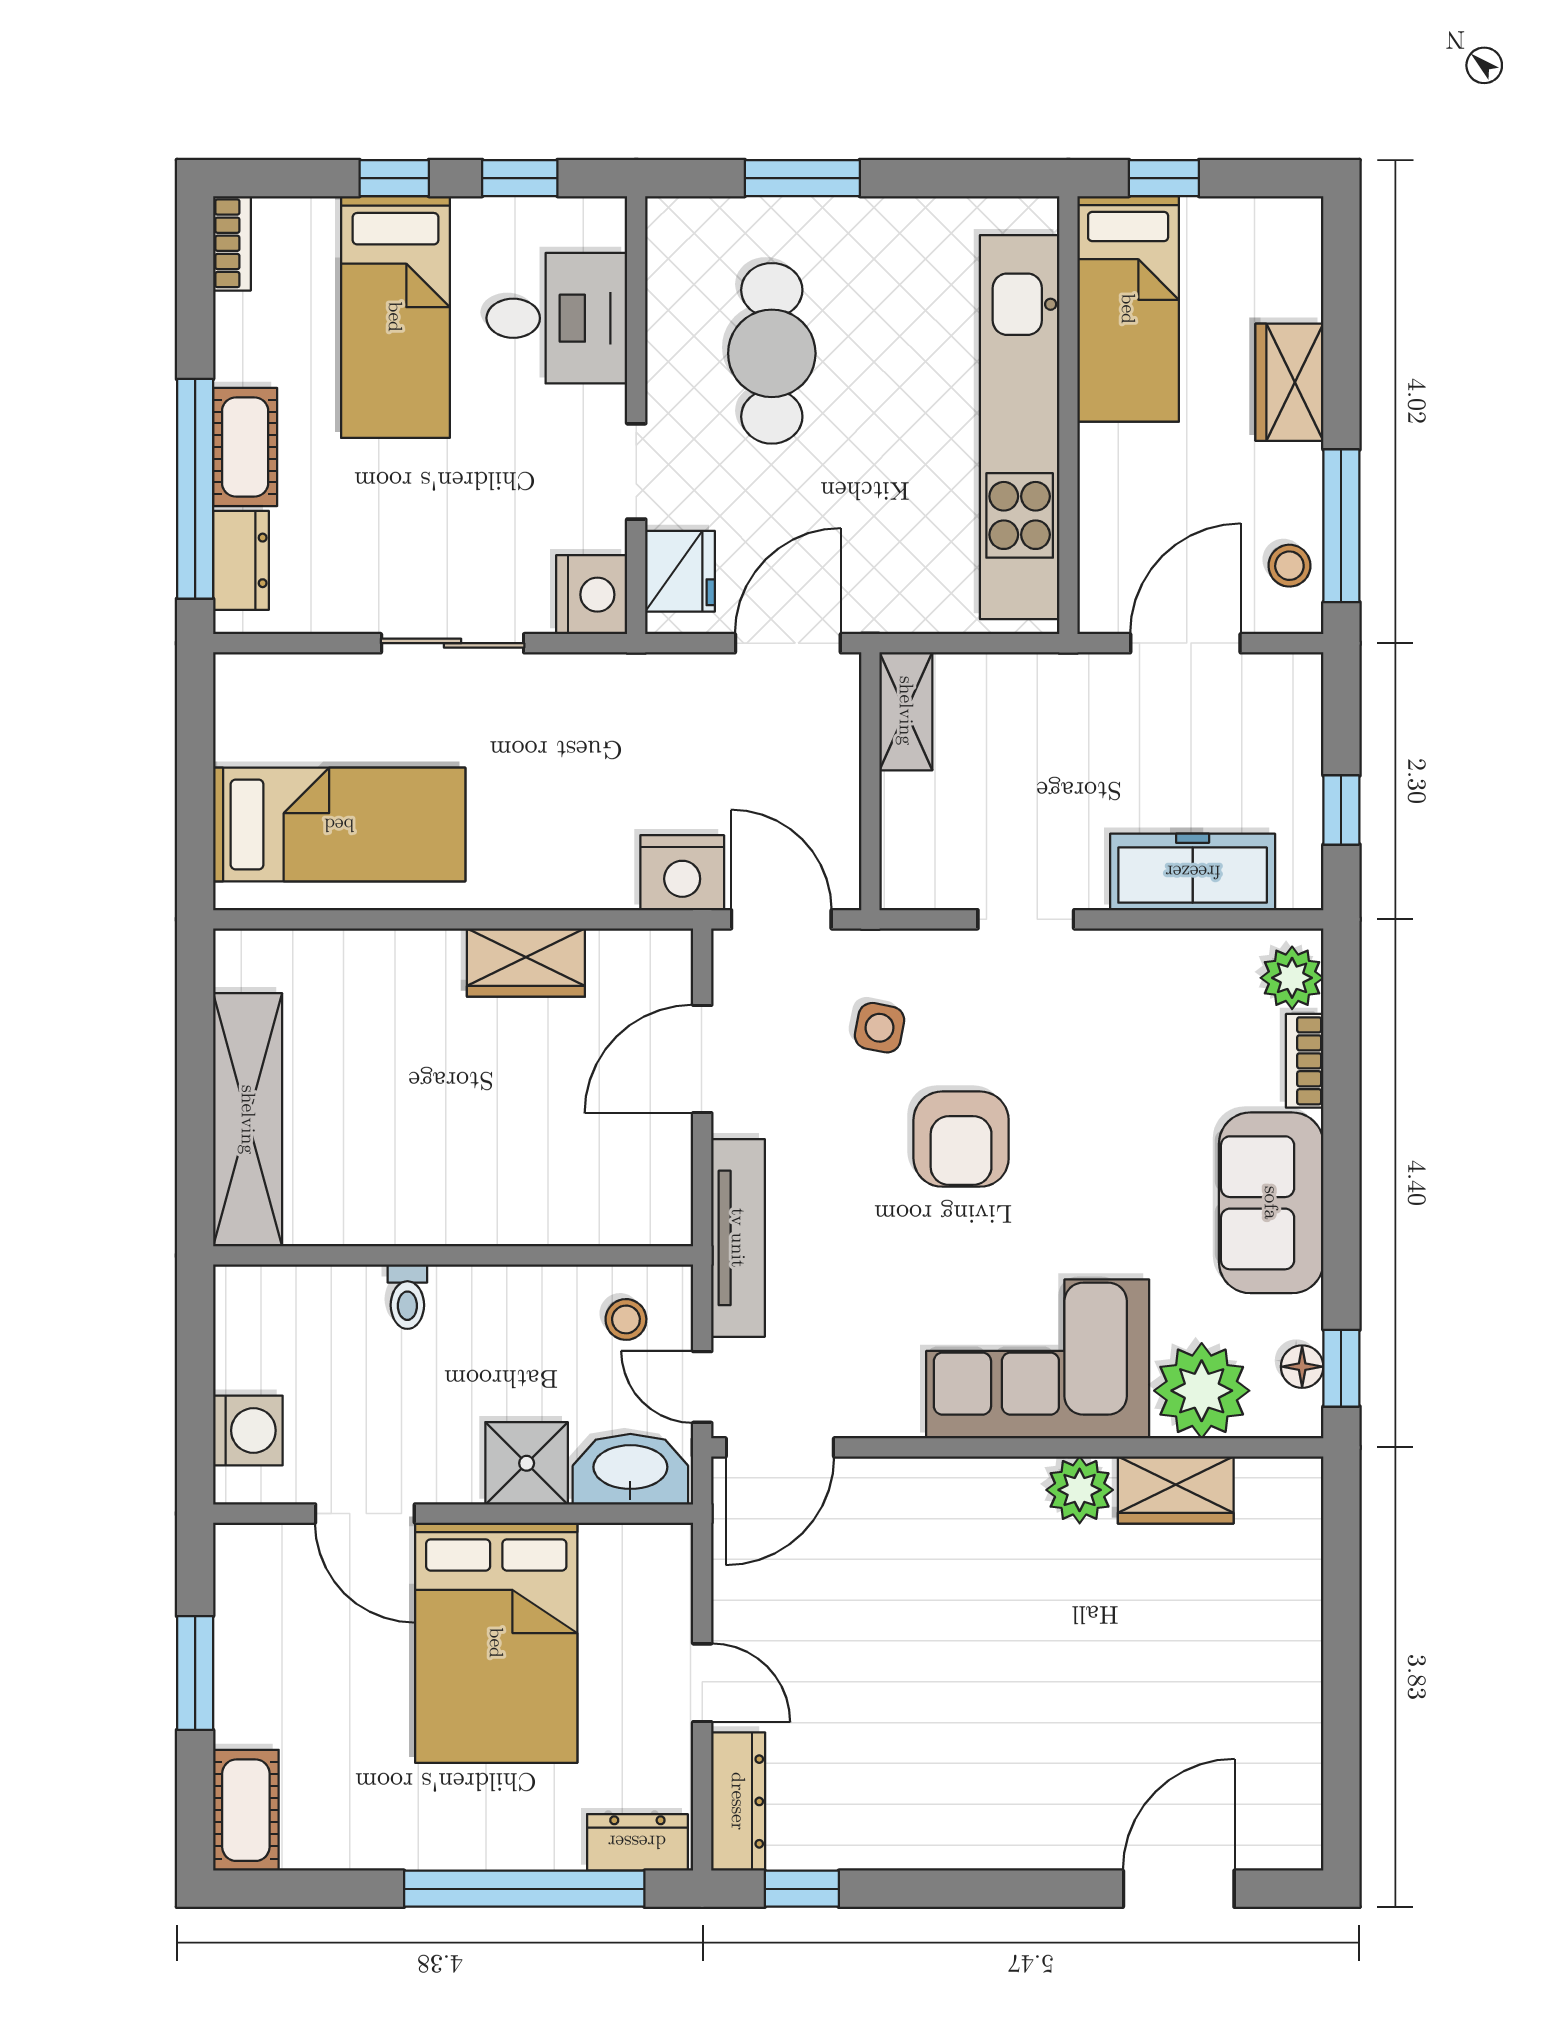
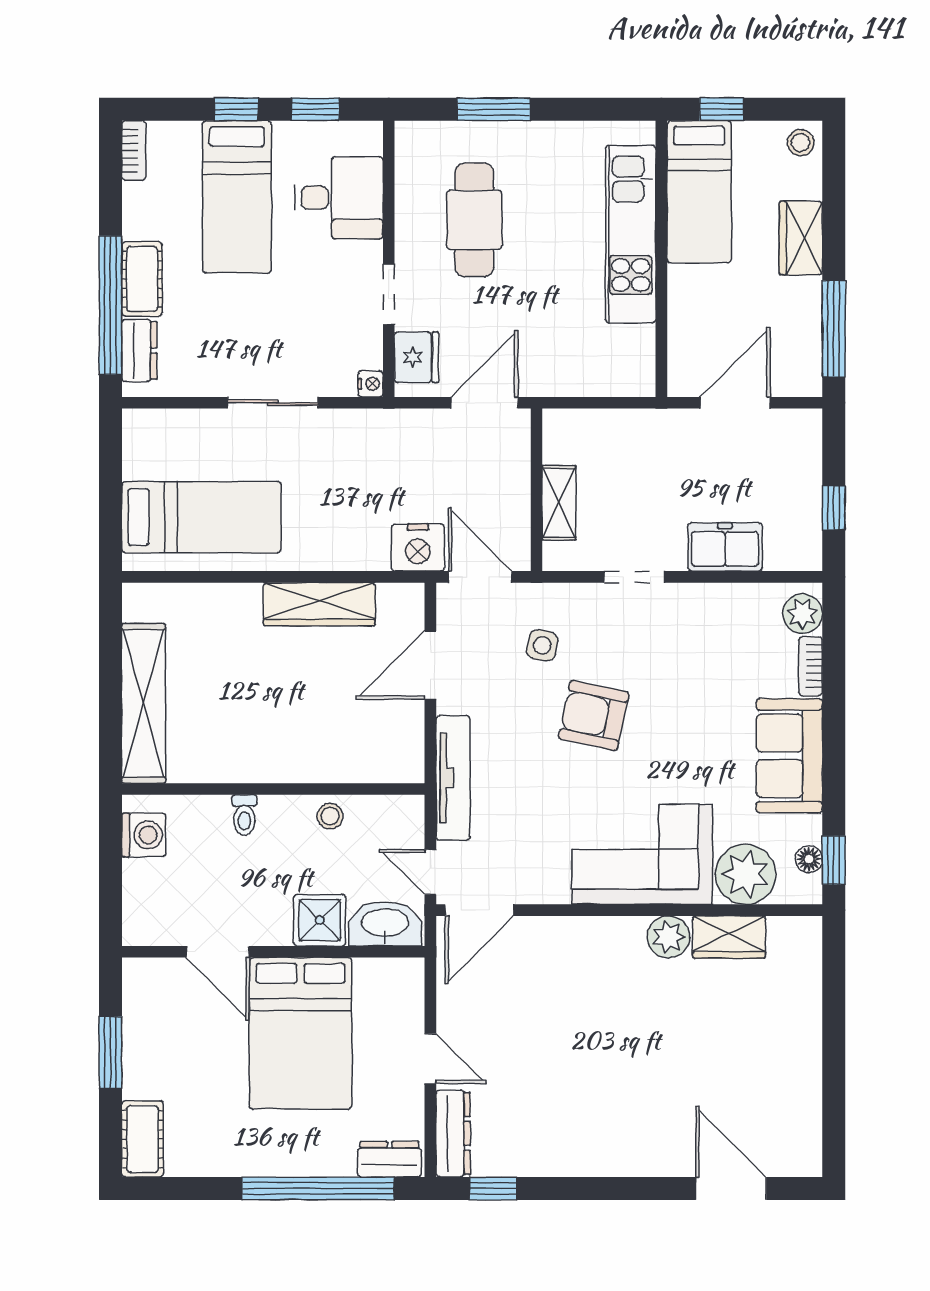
kitchen unit: (1020, 427) -> (631, 234), width x0.73
stool: (1289, 566) -> (801, 143), moved
nightstand: (592, 595) -> (371, 384), width x0.53, depth x0.56
shelving: (906, 711) -> (559, 503), moved
freezer: (1193, 872) -> (725, 547), width x0.71
wardrobe: (526, 963) -> (319, 604), width x1.50
armchair: (961, 1139) -> (594, 716), turned 102
stool: (626, 1319) -> (330, 816), moved
washing machine: (248, 1430) -> (144, 835), moved
door: (1179, 1889) -> (731, 1188), hinge flipped

